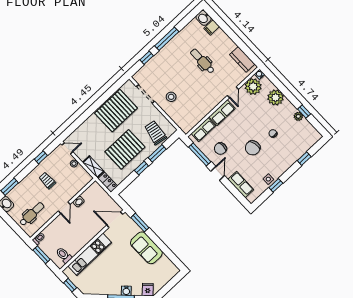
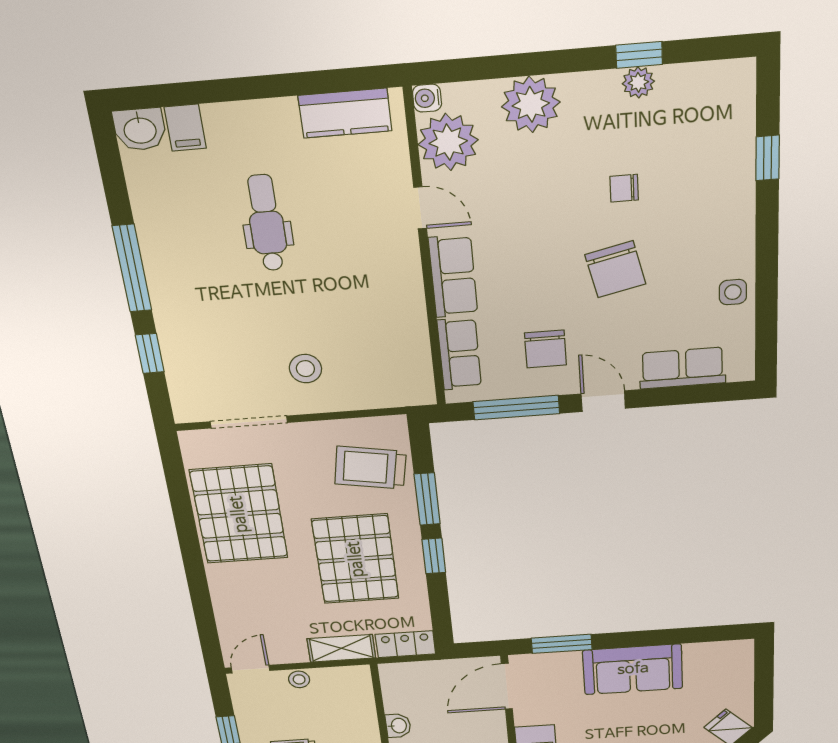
dental chair: (202, 61) -> (267, 223), turned 90
window: (276, 185) -> (767, 286), removed

